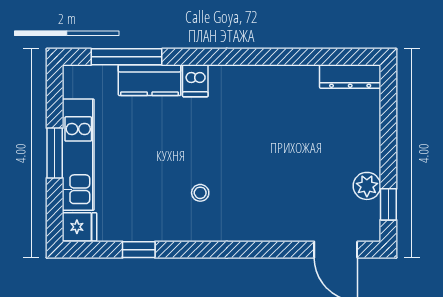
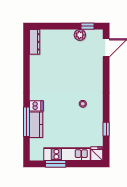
window: (127, 57) -> (27, 122), moved
window: (55, 153) -> (56, 164), moved

